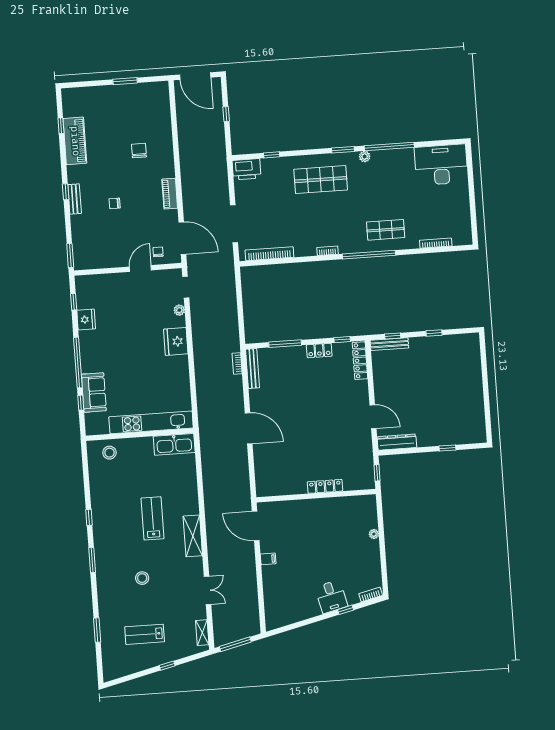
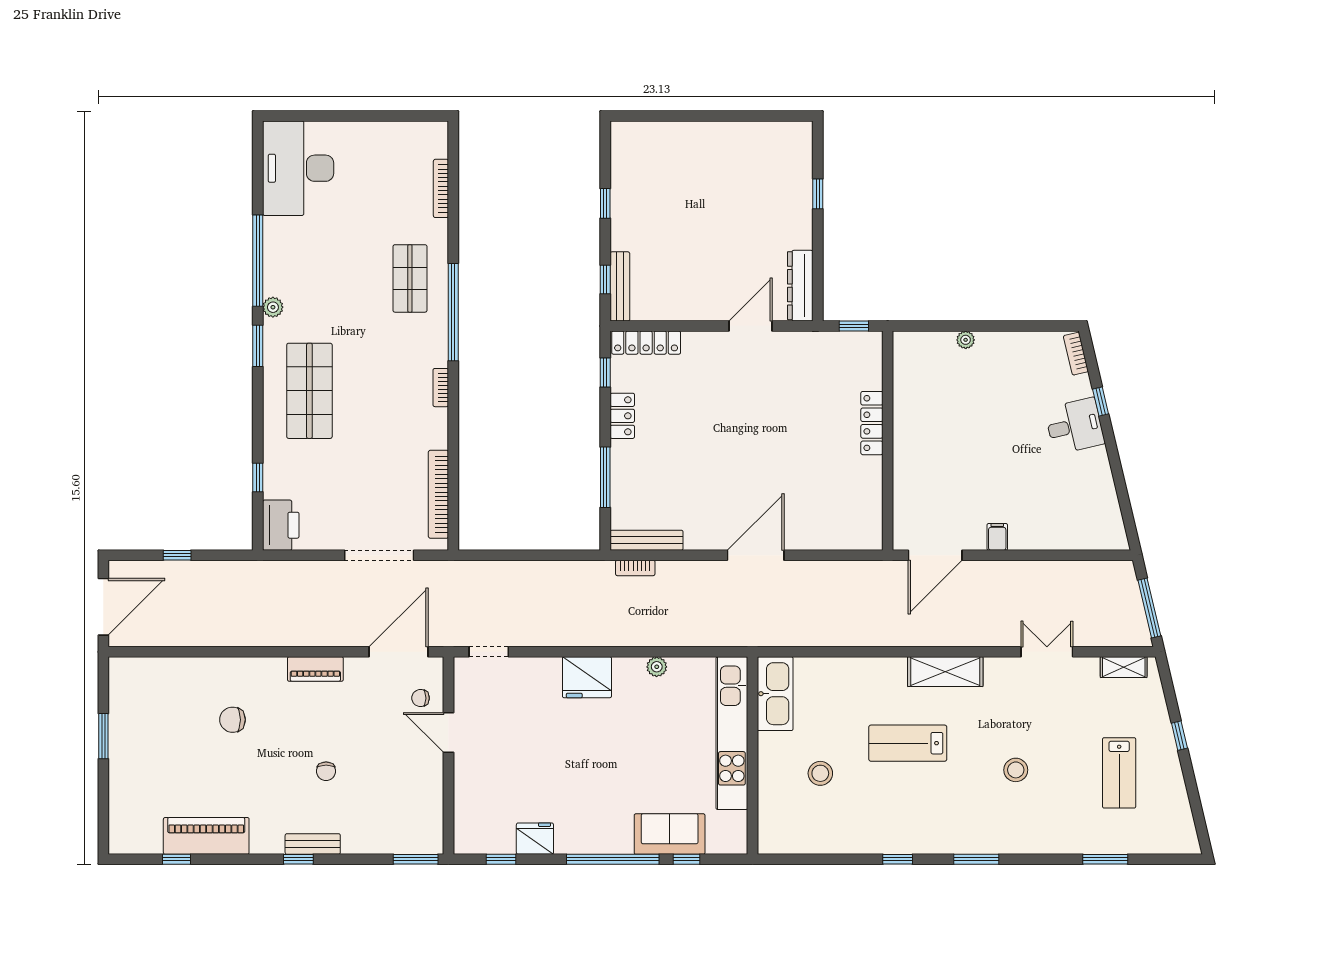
plant: (179, 310) -> (657, 667), moved
stool: (109, 453) -> (820, 773), moved

